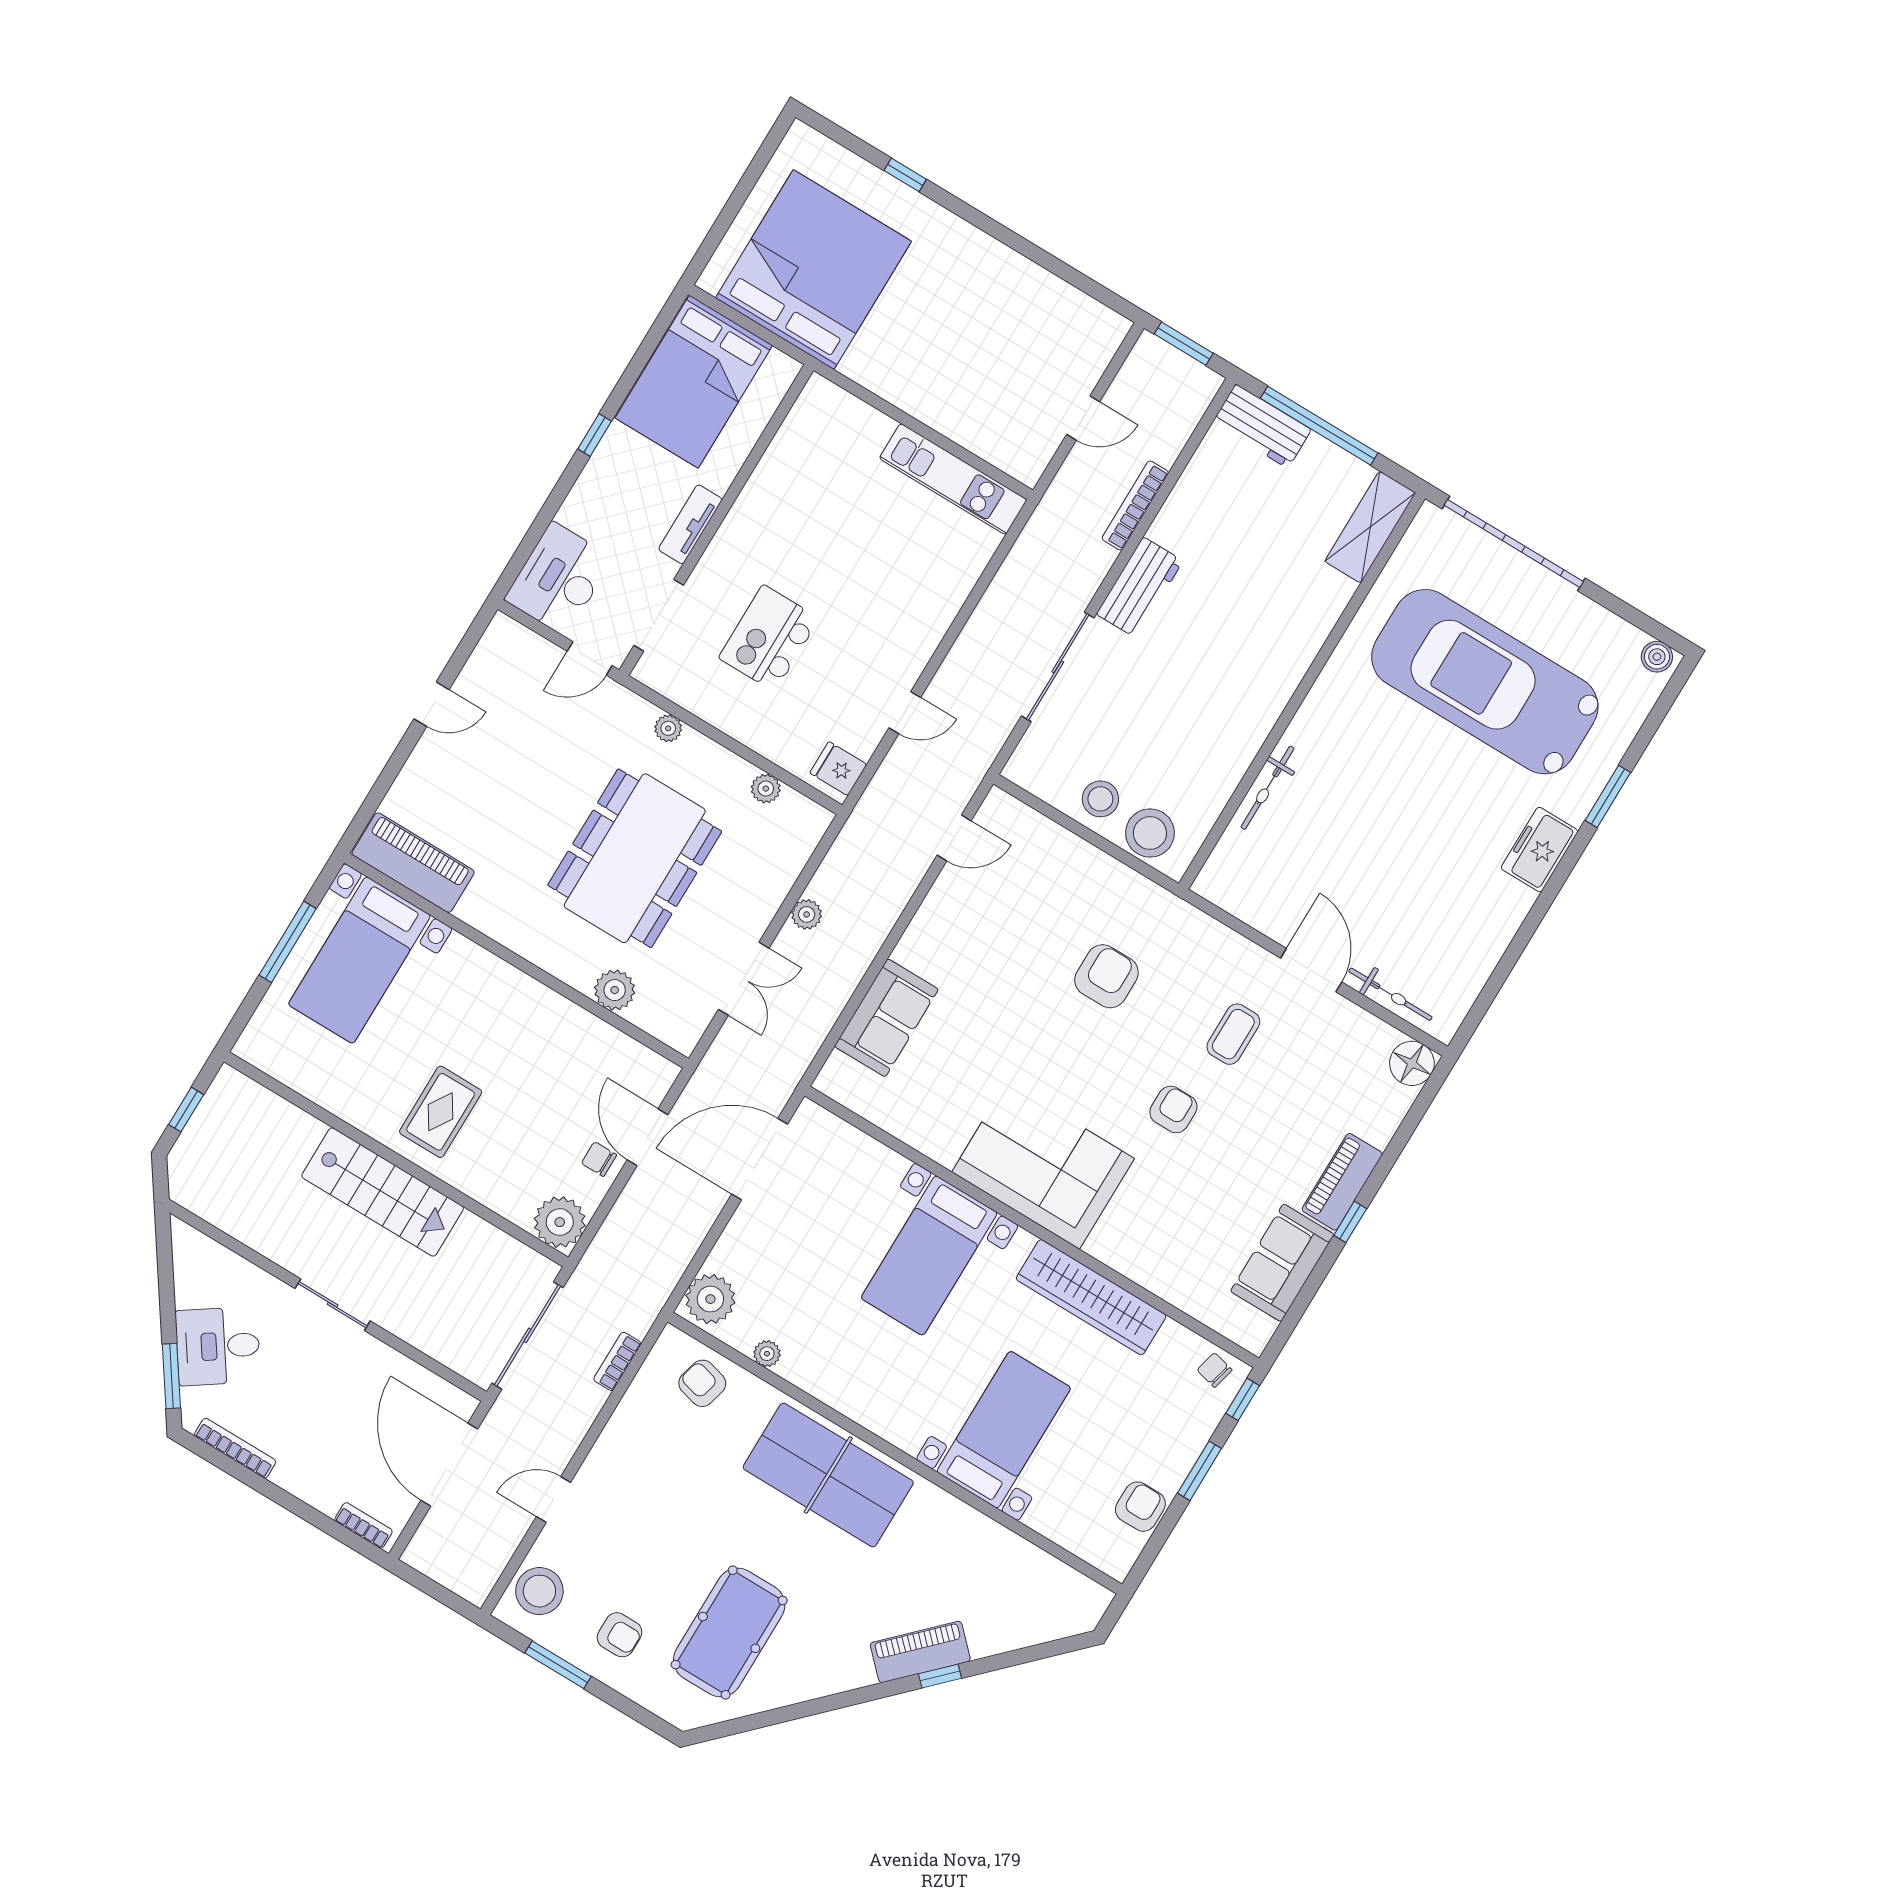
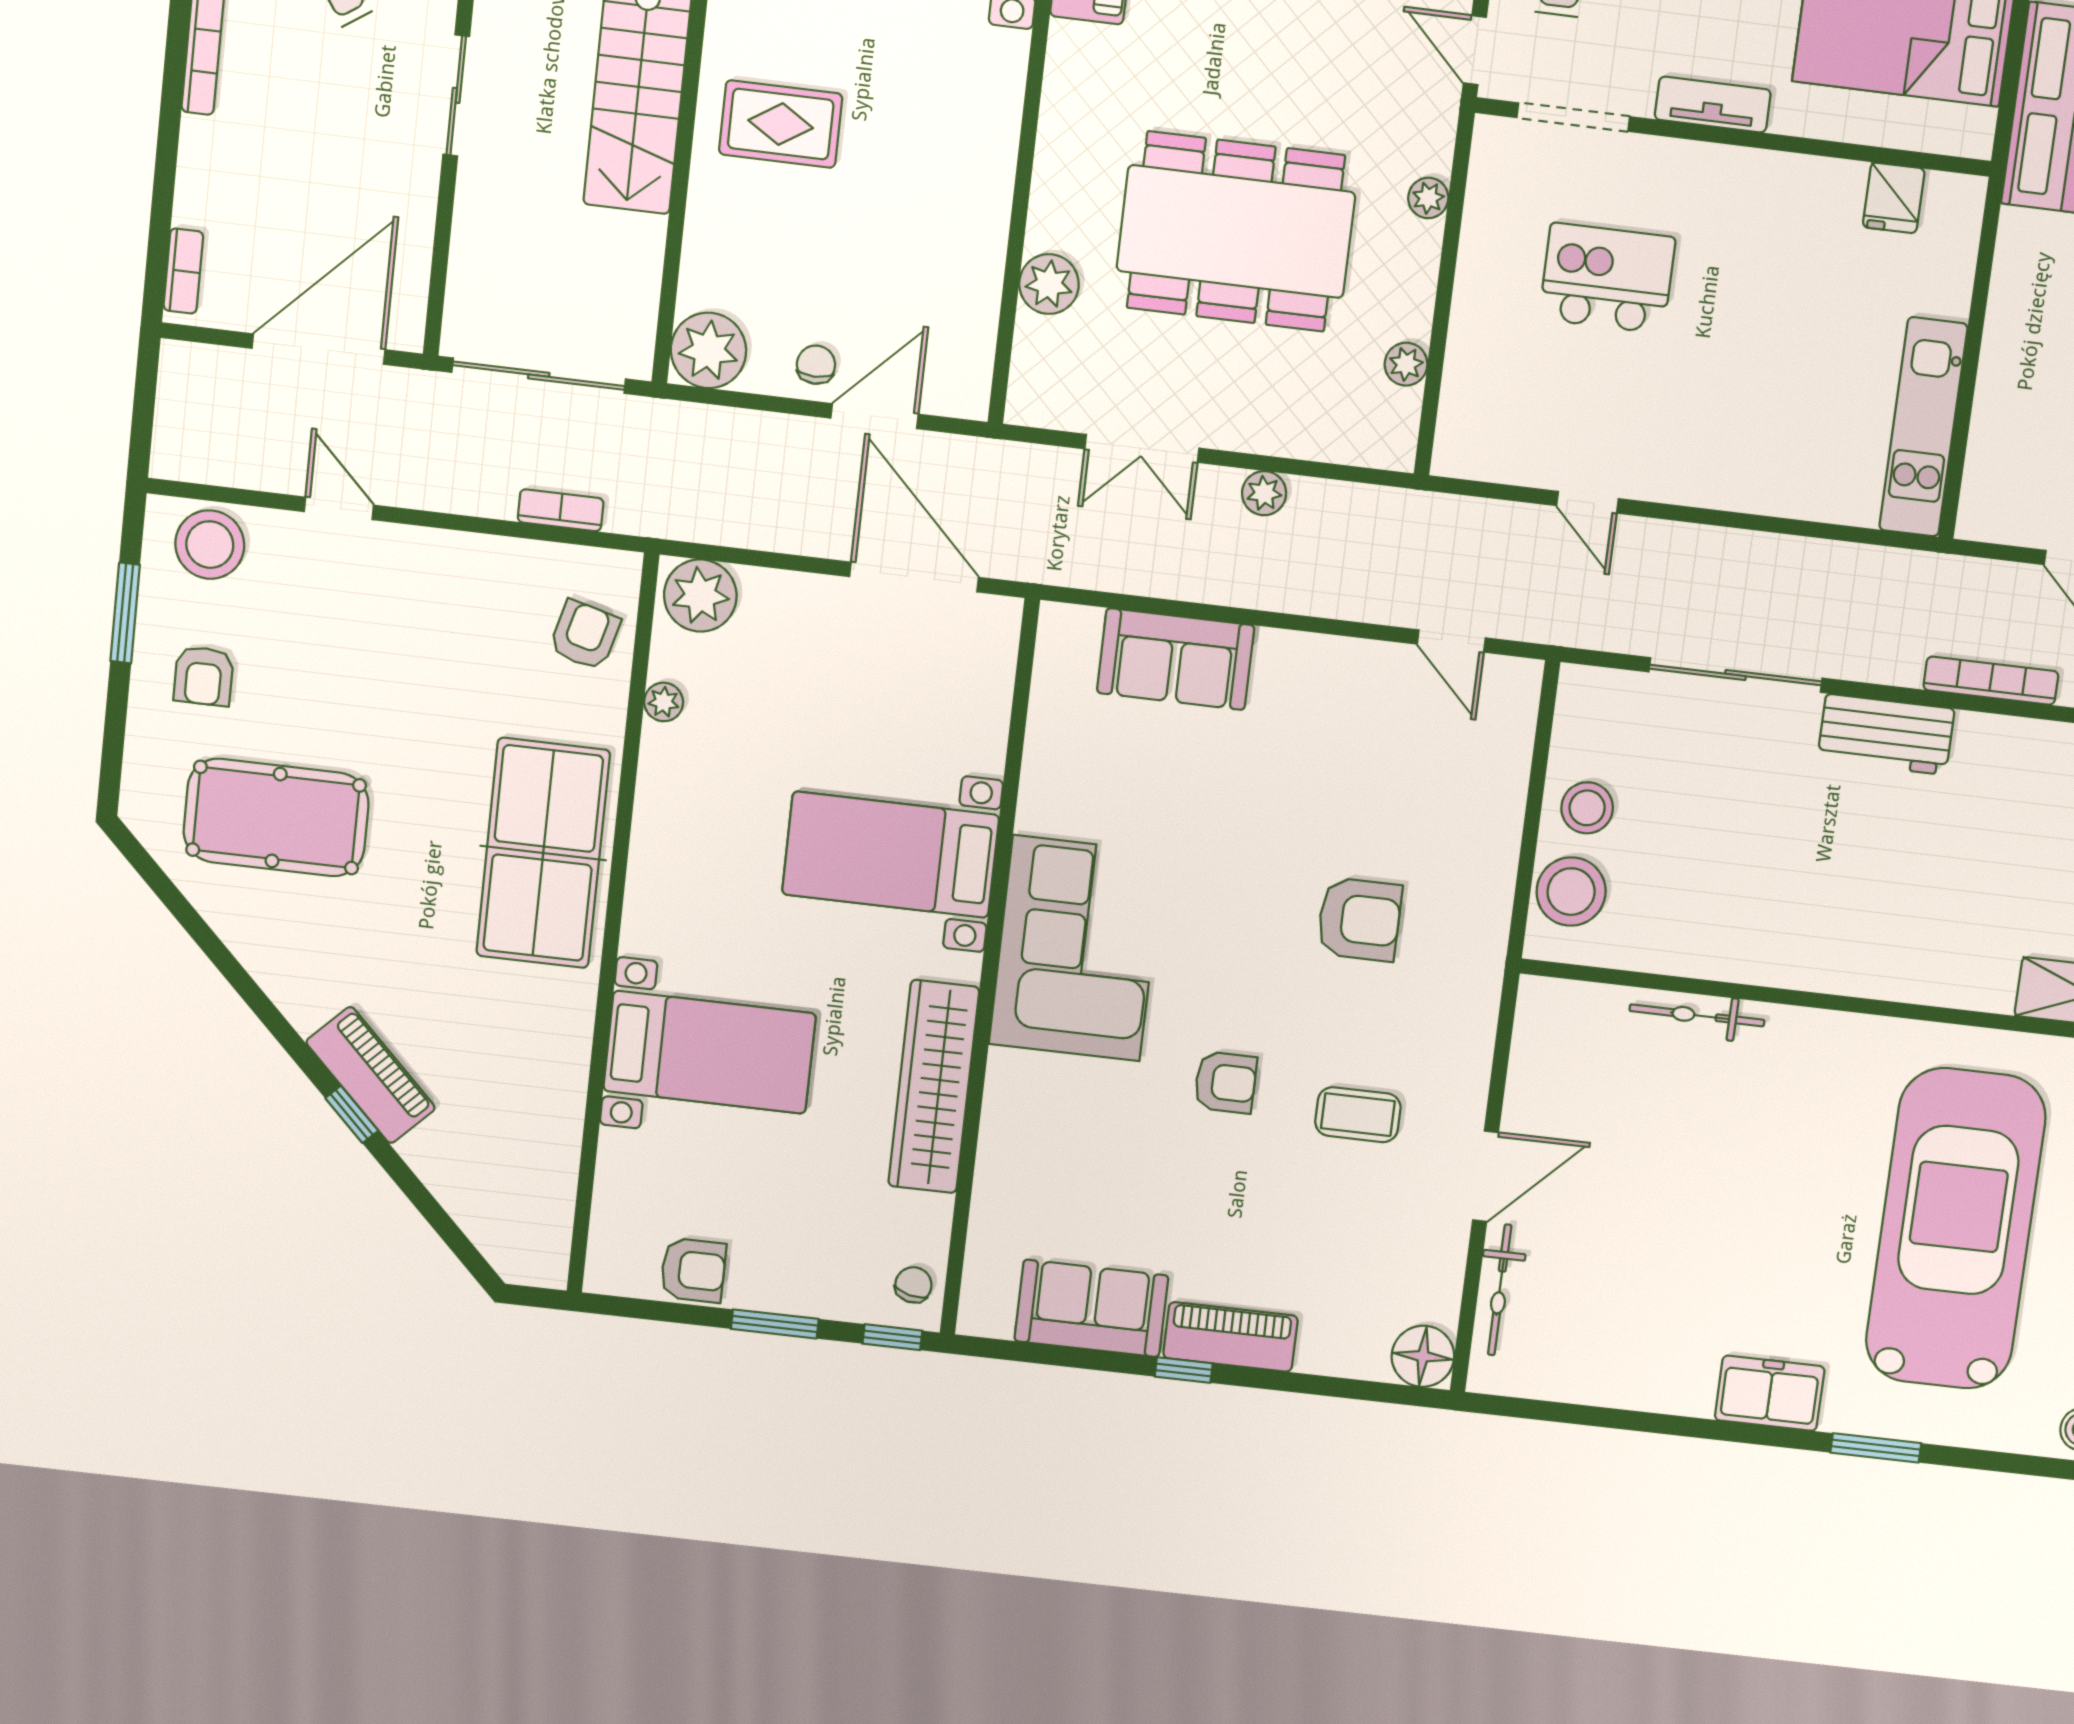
fridge: (838, 769) -> (1894, 198), moved, turned 180

